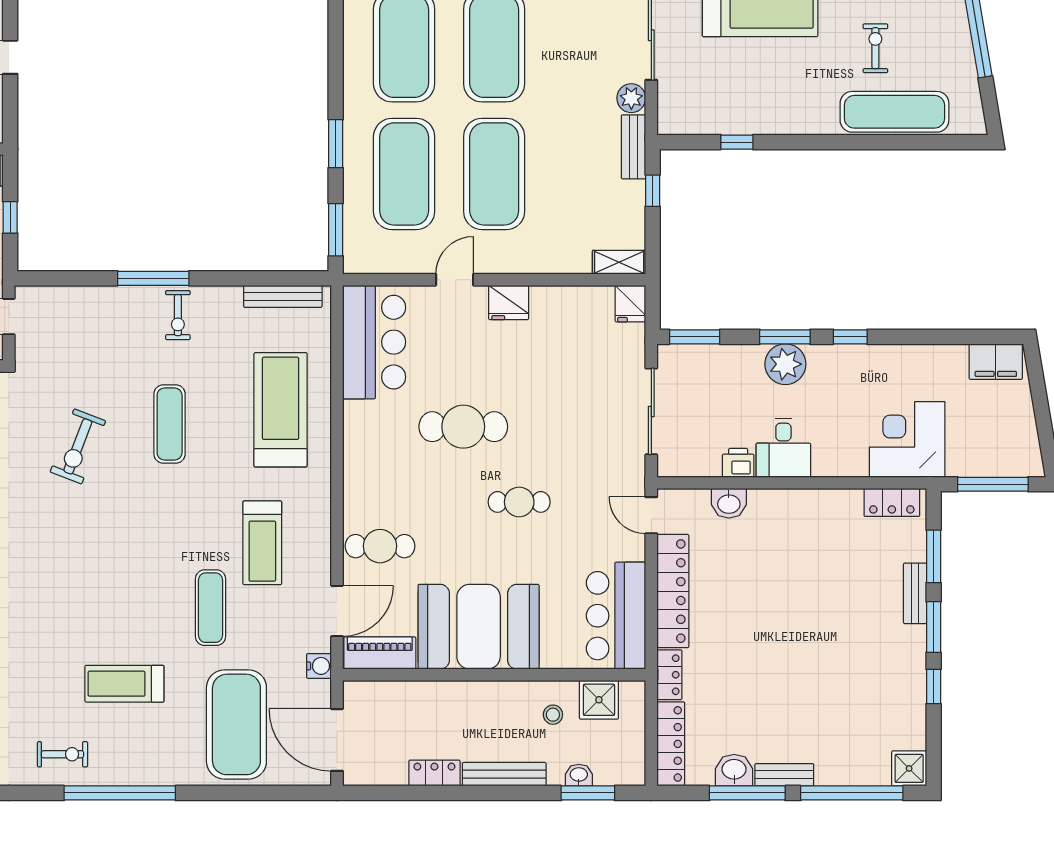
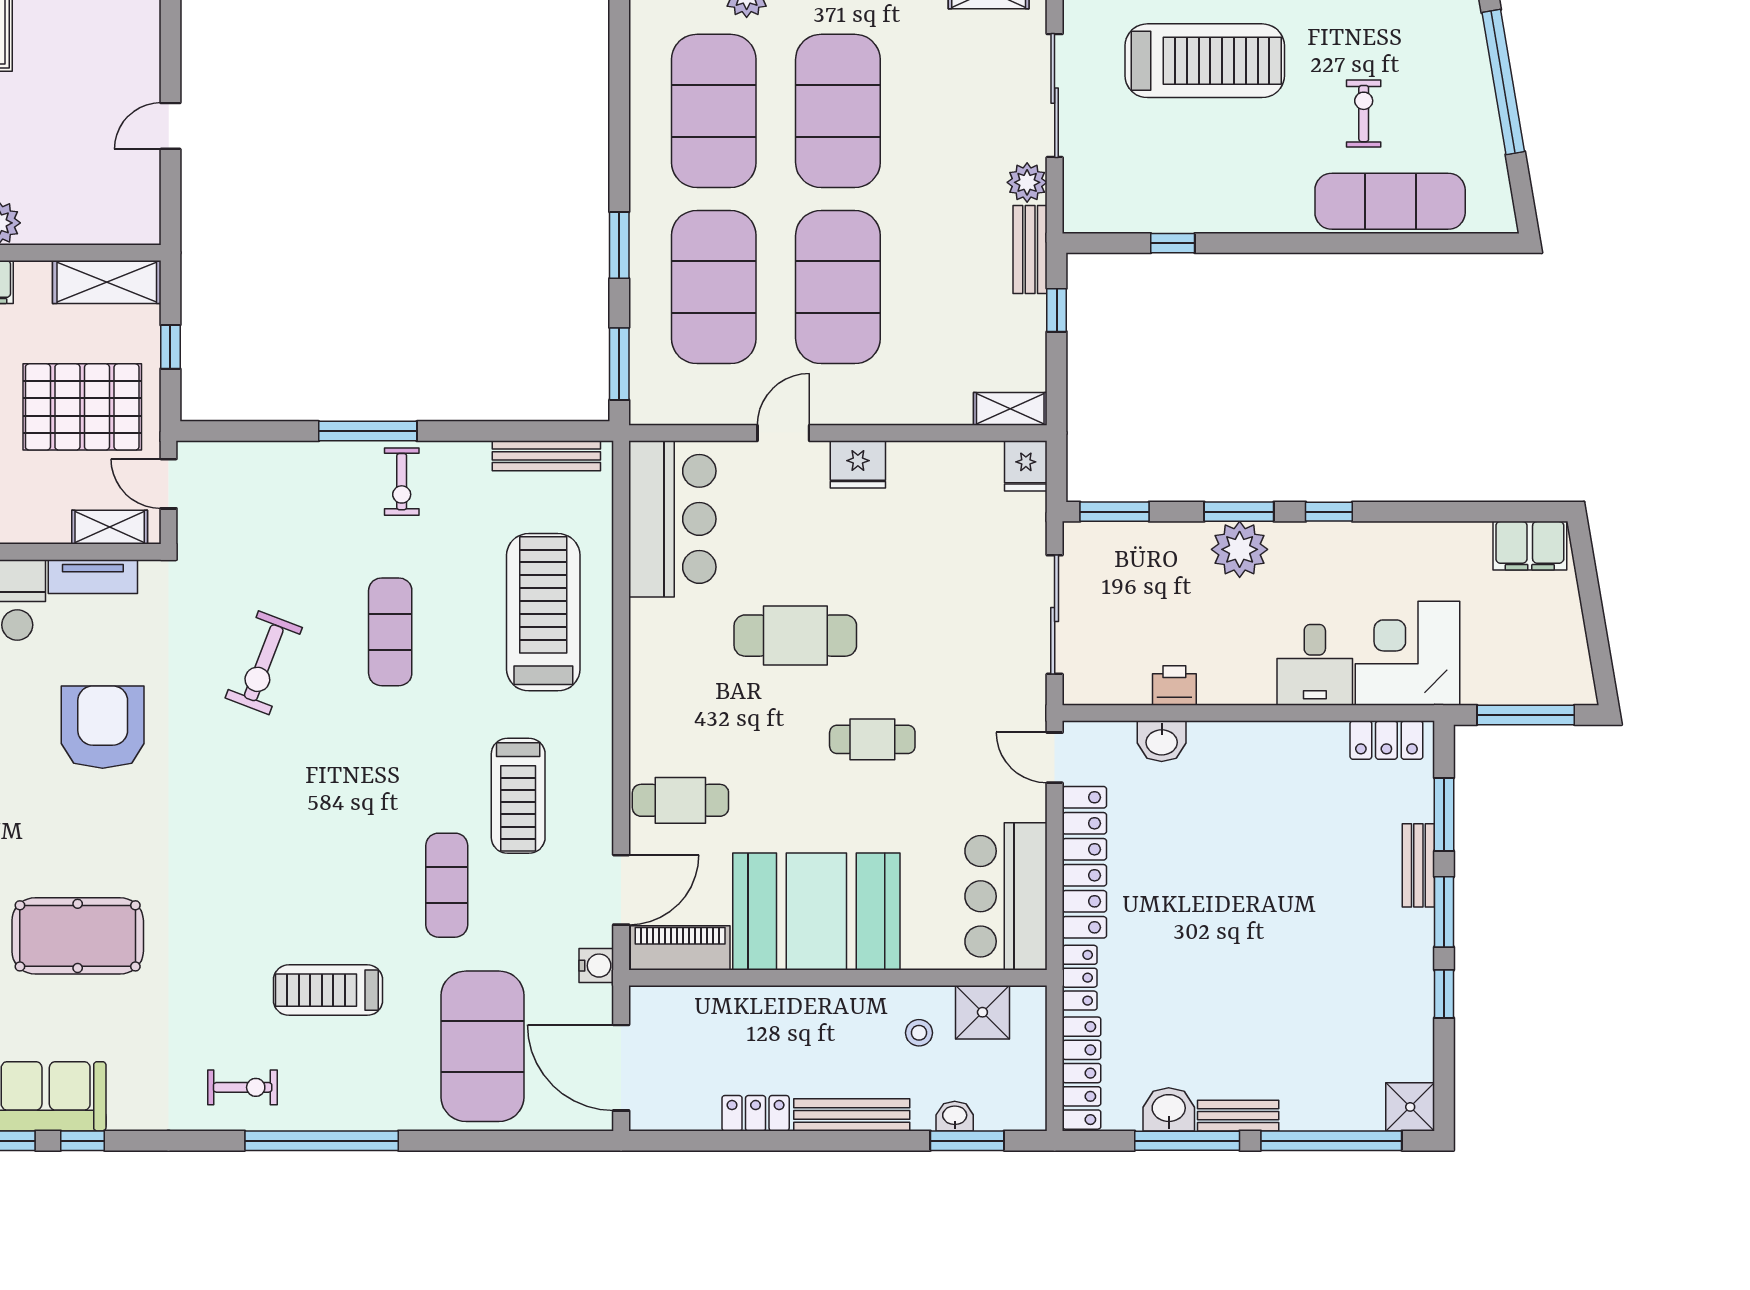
desk: (783, 448) -> (1315, 665), moved

